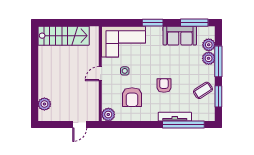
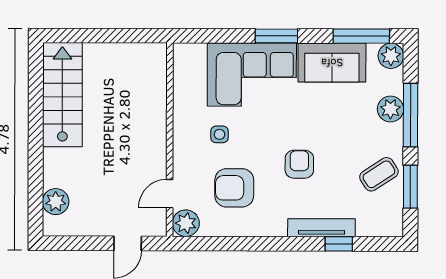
stairs: (64, 36) -> (62, 95), moved, turned -90
corner sofa: (123, 42) -> (252, 75), moved
plant: (209, 45) -> (391, 56), moved
door: (100, 74) -> (170, 194), moved
armchair: (132, 97) -> (234, 188), turned 90
window: (183, 124) -> (339, 244), width x0.32

